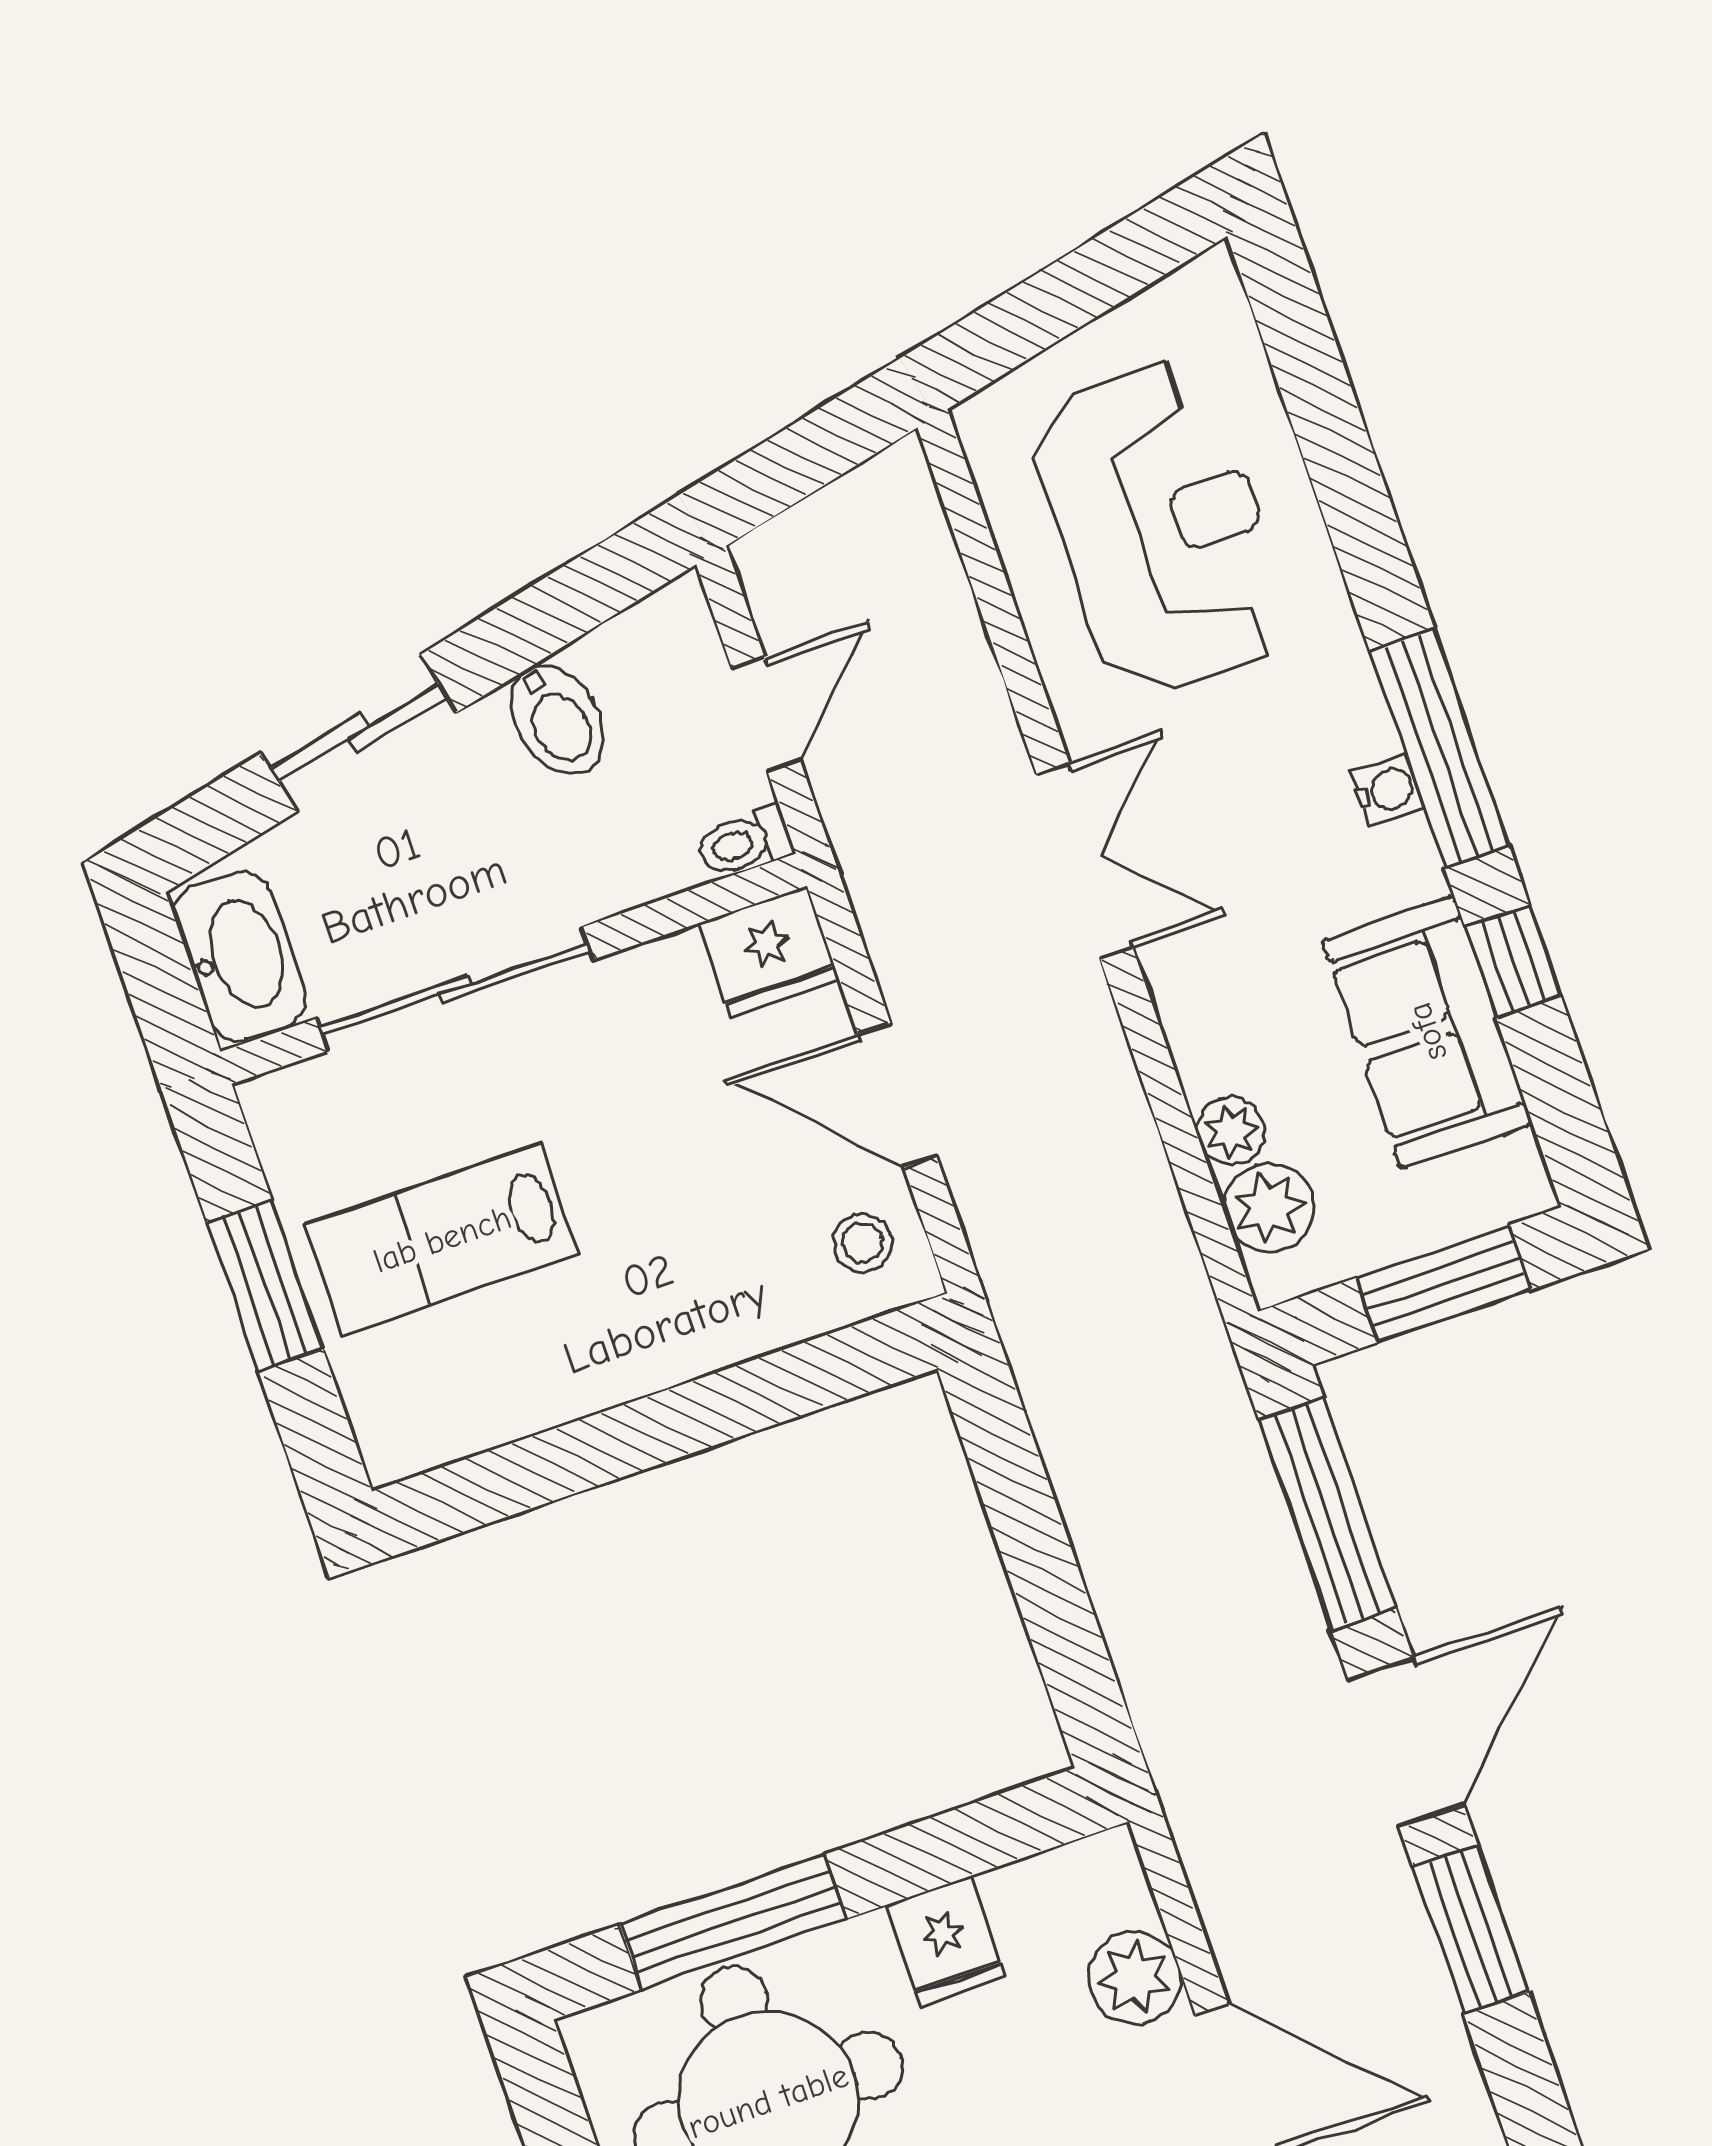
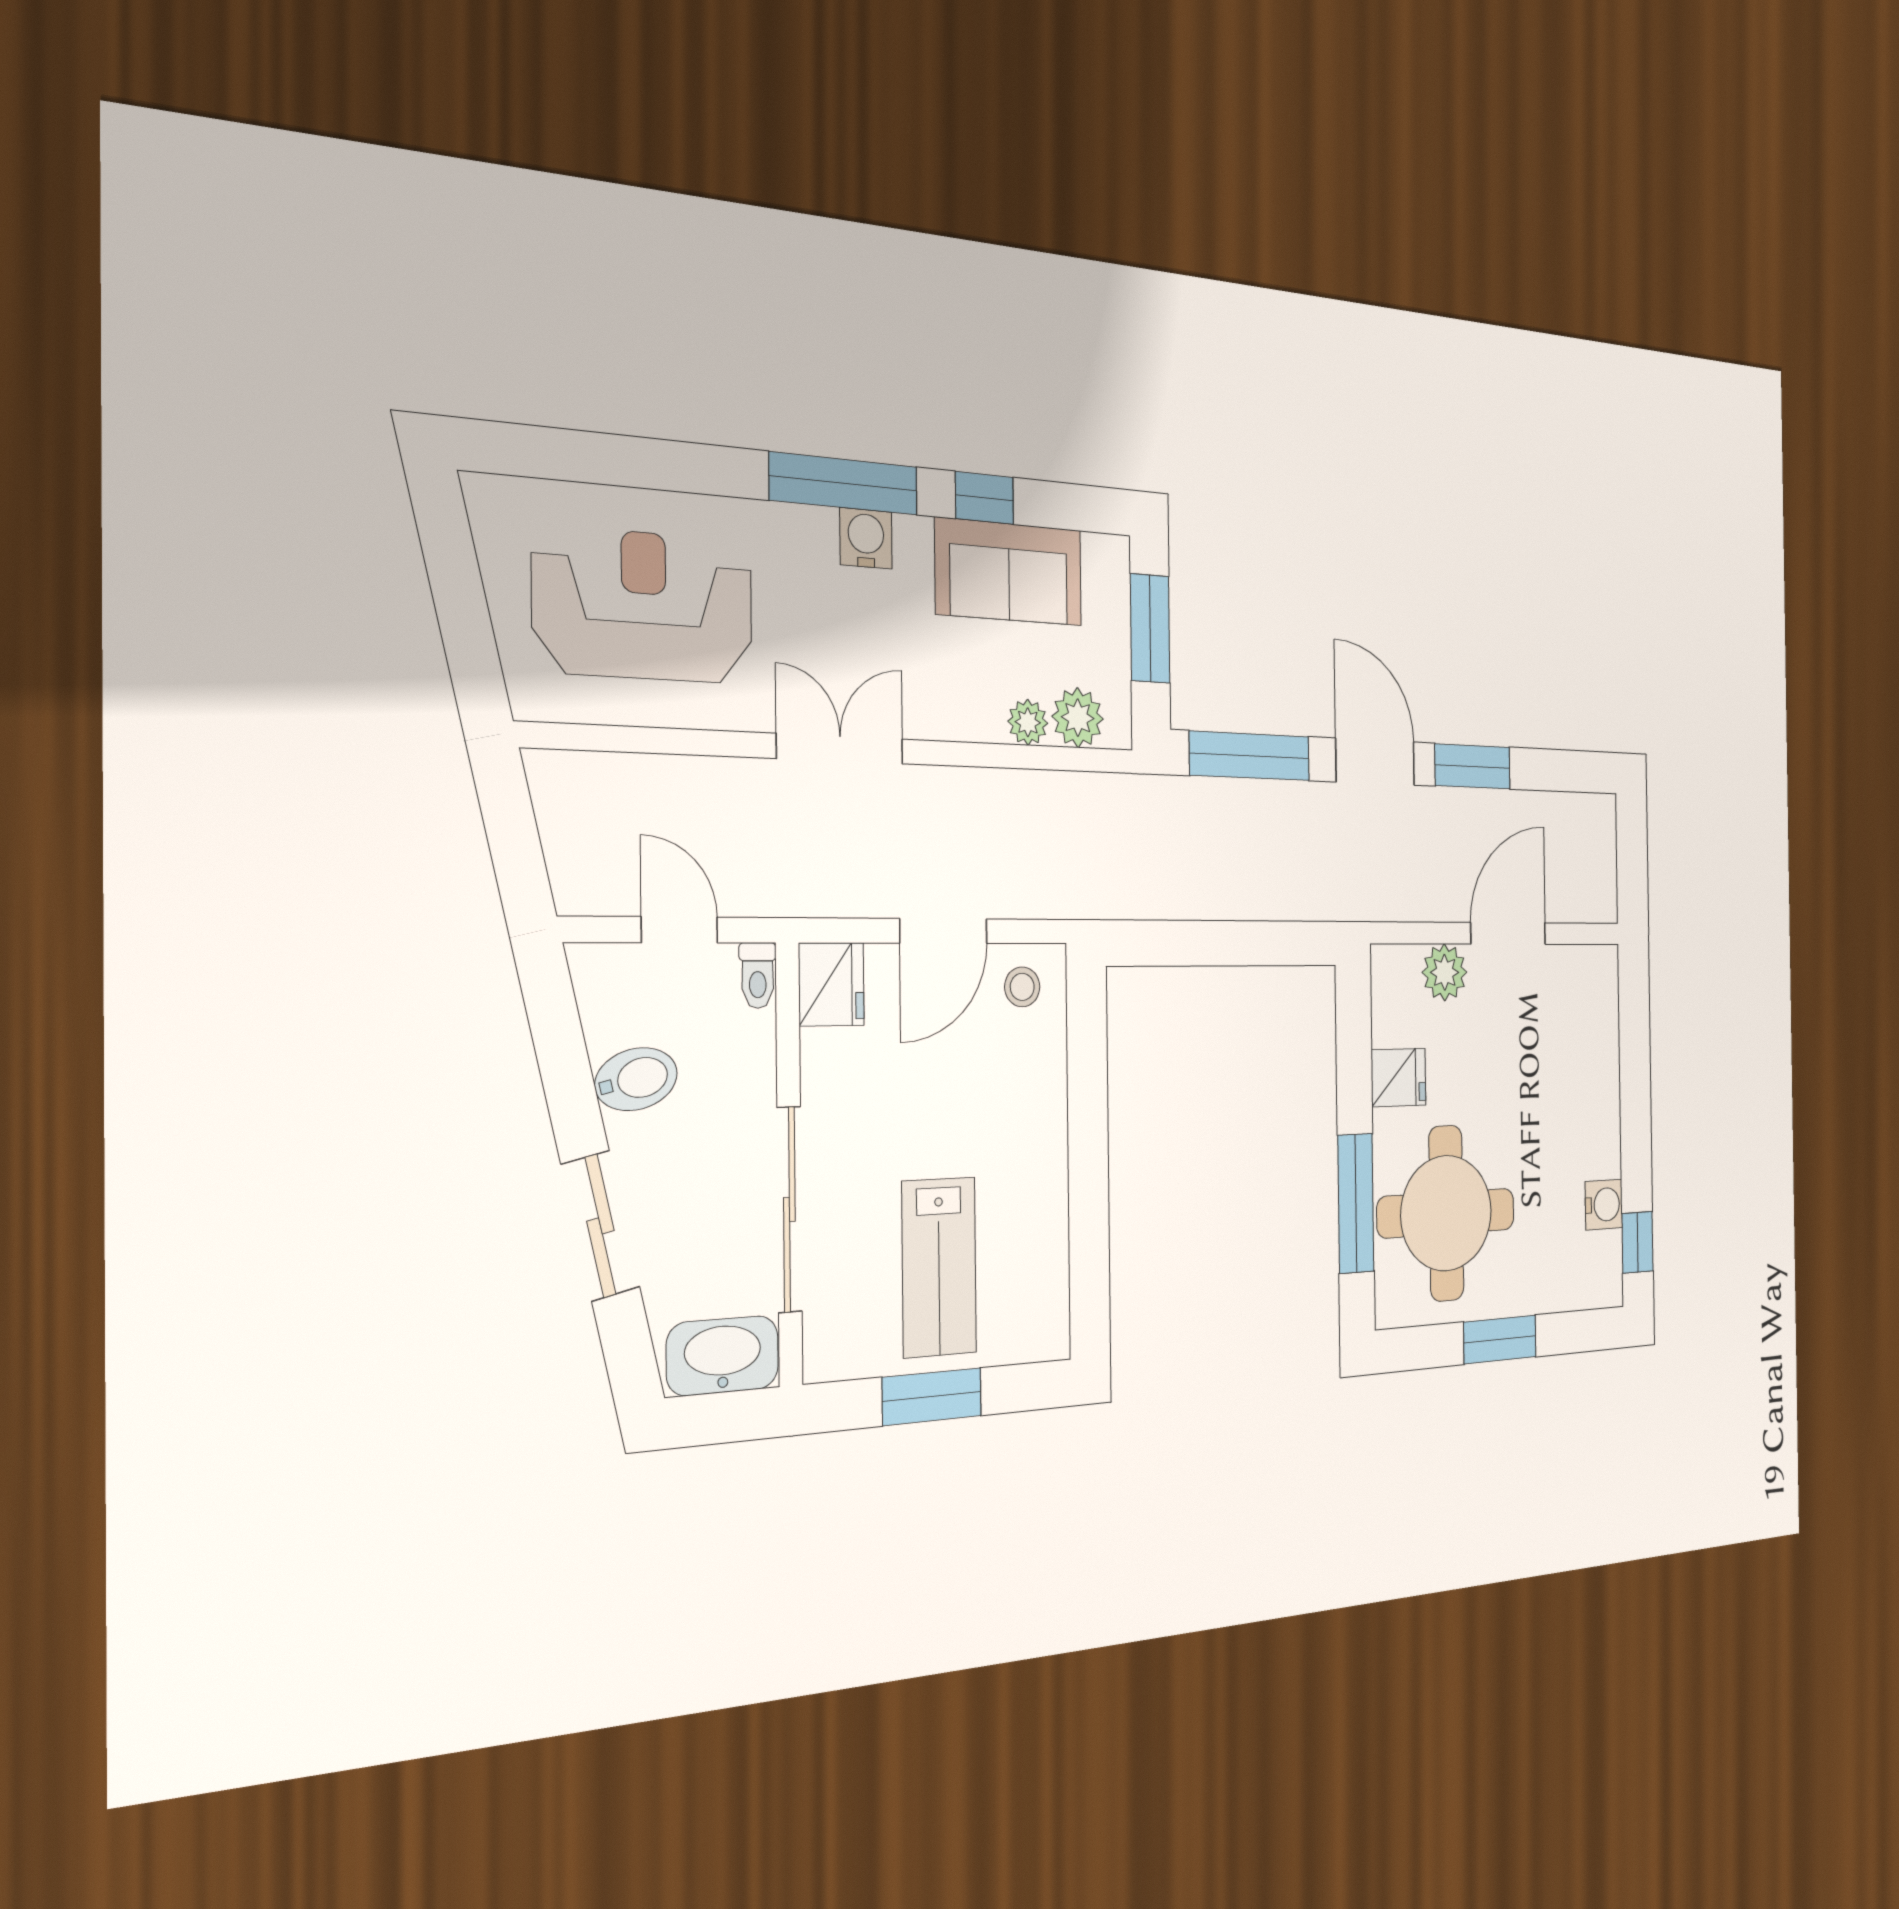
water cooler: (1387, 790) -> (866, 538), width x1.38, depth x1.38

